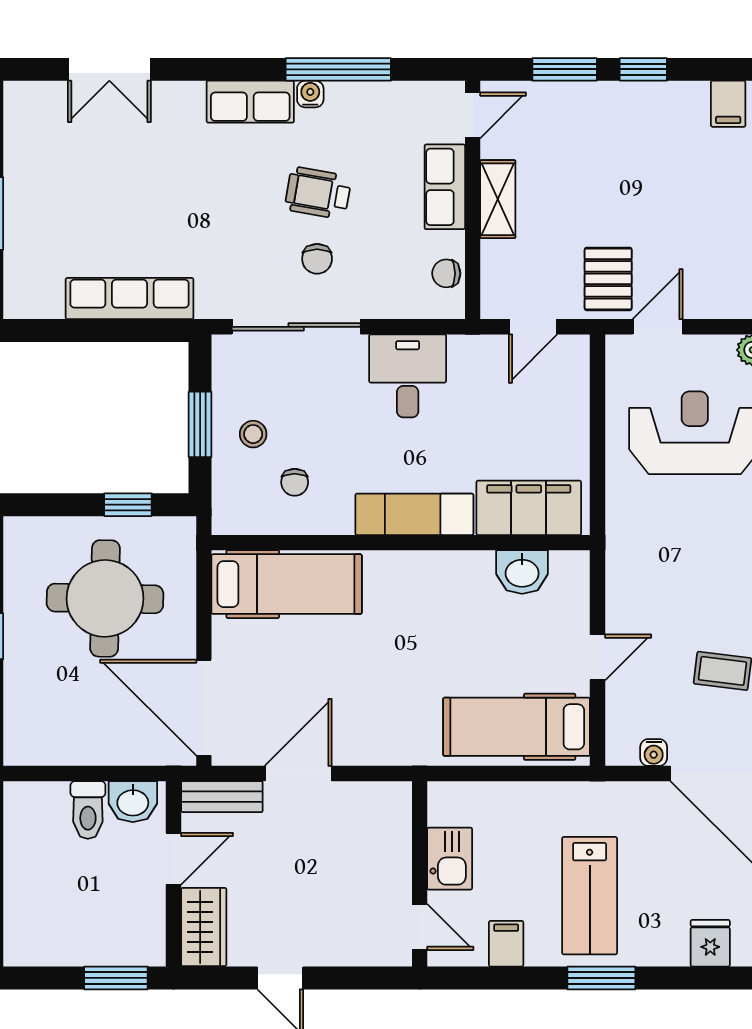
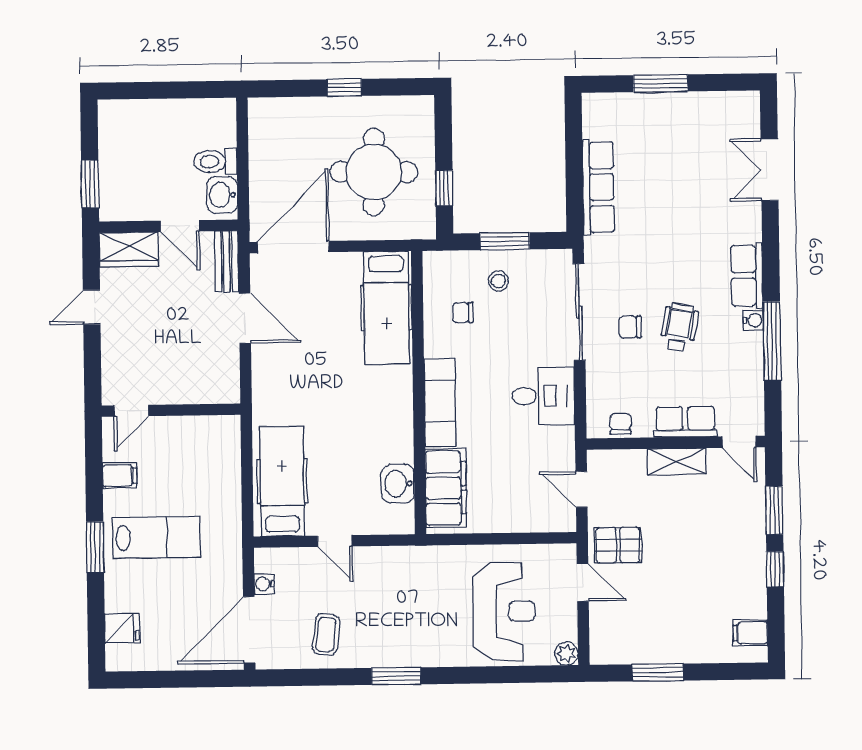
kitchen sink: (450, 859) -> (183, 432), removed
lab bench: (590, 896) -> (156, 538), turned 180

